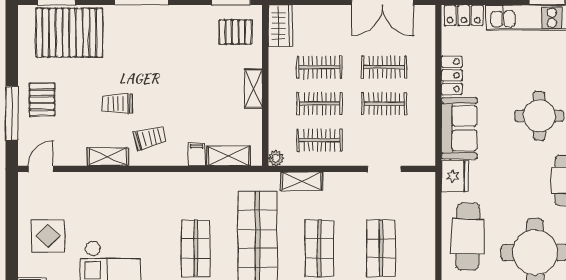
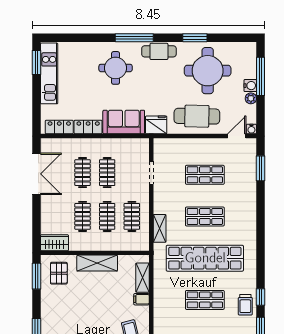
locker: (464, 15) -> (59, 127), moved, turned -90
shelving: (253, 89) -> (97, 263), width x1.50, depth x1.33
plant: (276, 158) -> (144, 246), removed

